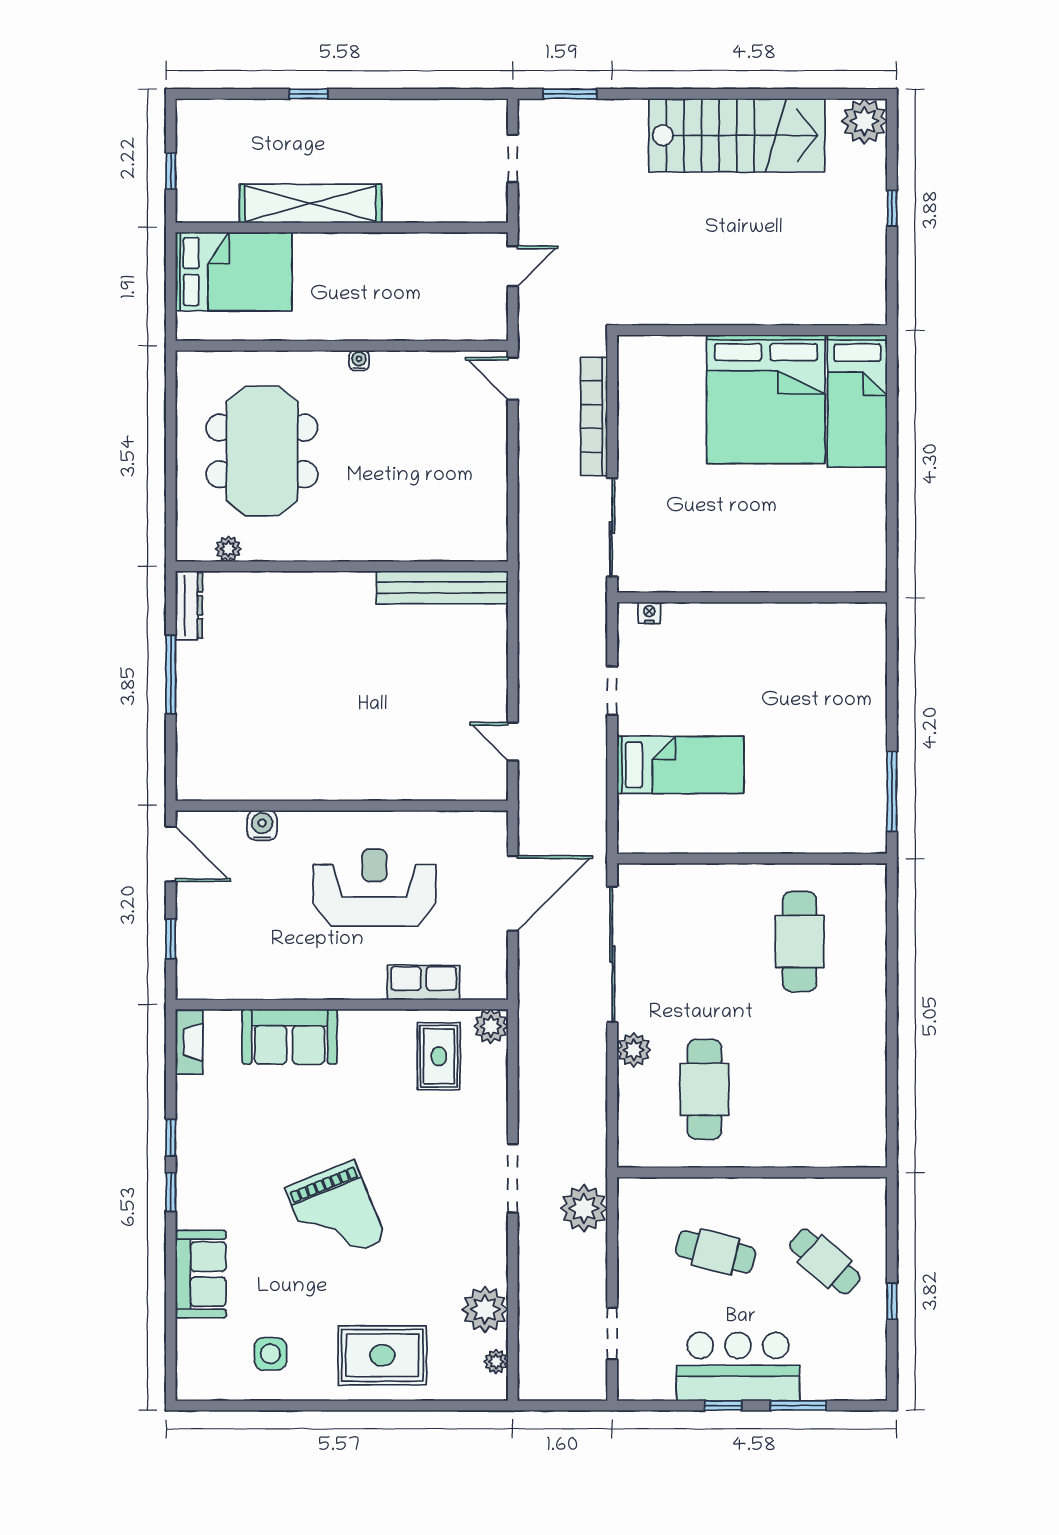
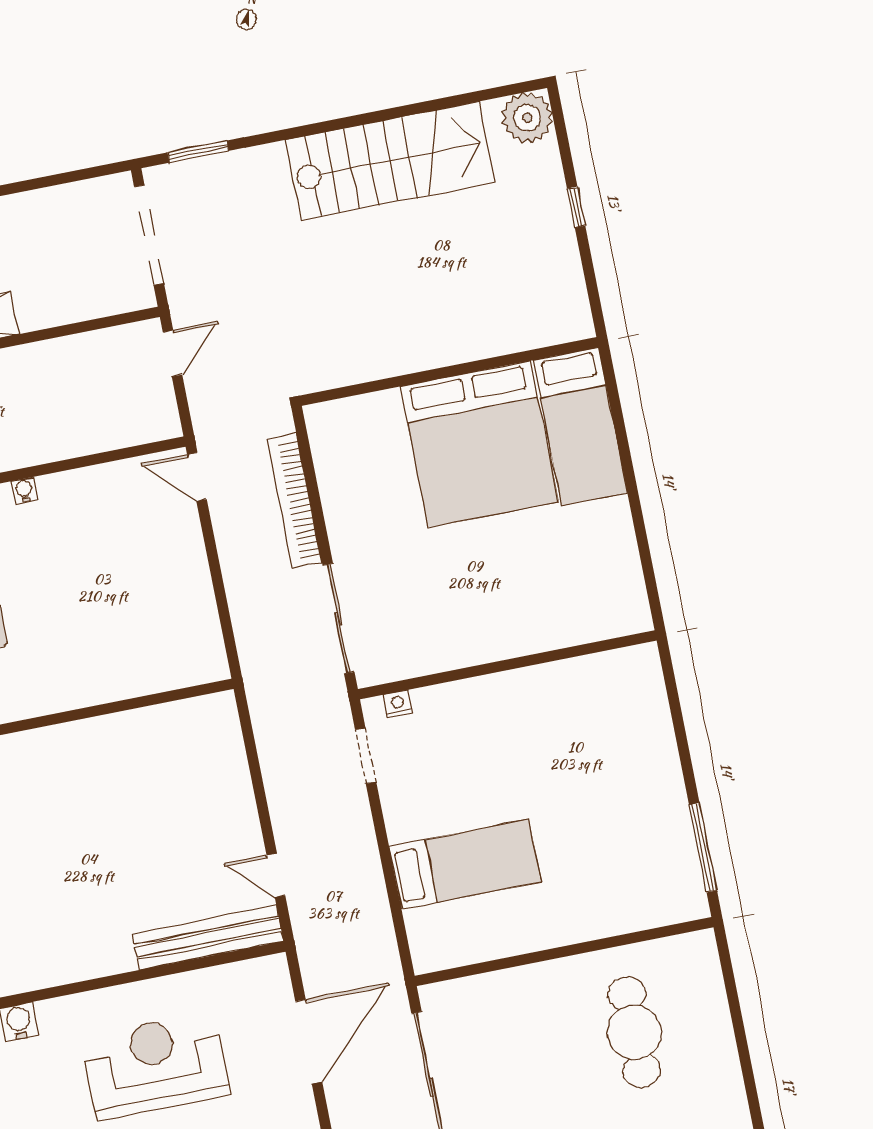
doorway: (513, 159) -> (149, 235), width x1.88
bench: (442, 587) -> (208, 938), moved
doorway: (612, 691) -> (366, 756), moved

